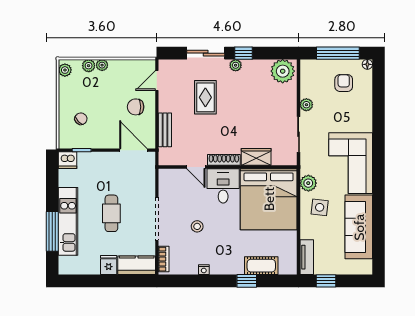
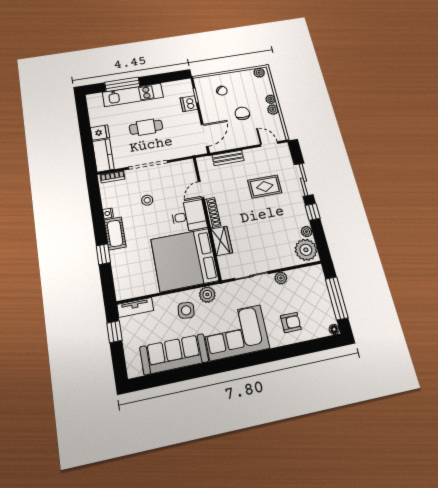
plant: (236, 65) -> (307, 232), moved
plant: (89, 66) -> (273, 110), moved
armchair: (344, 83) -> (291, 322), moved
chair: (136, 107) -> (242, 113), moved
dishwasher: (68, 160) -> (189, 104), moved
cot: (261, 266) -> (115, 233), moved

